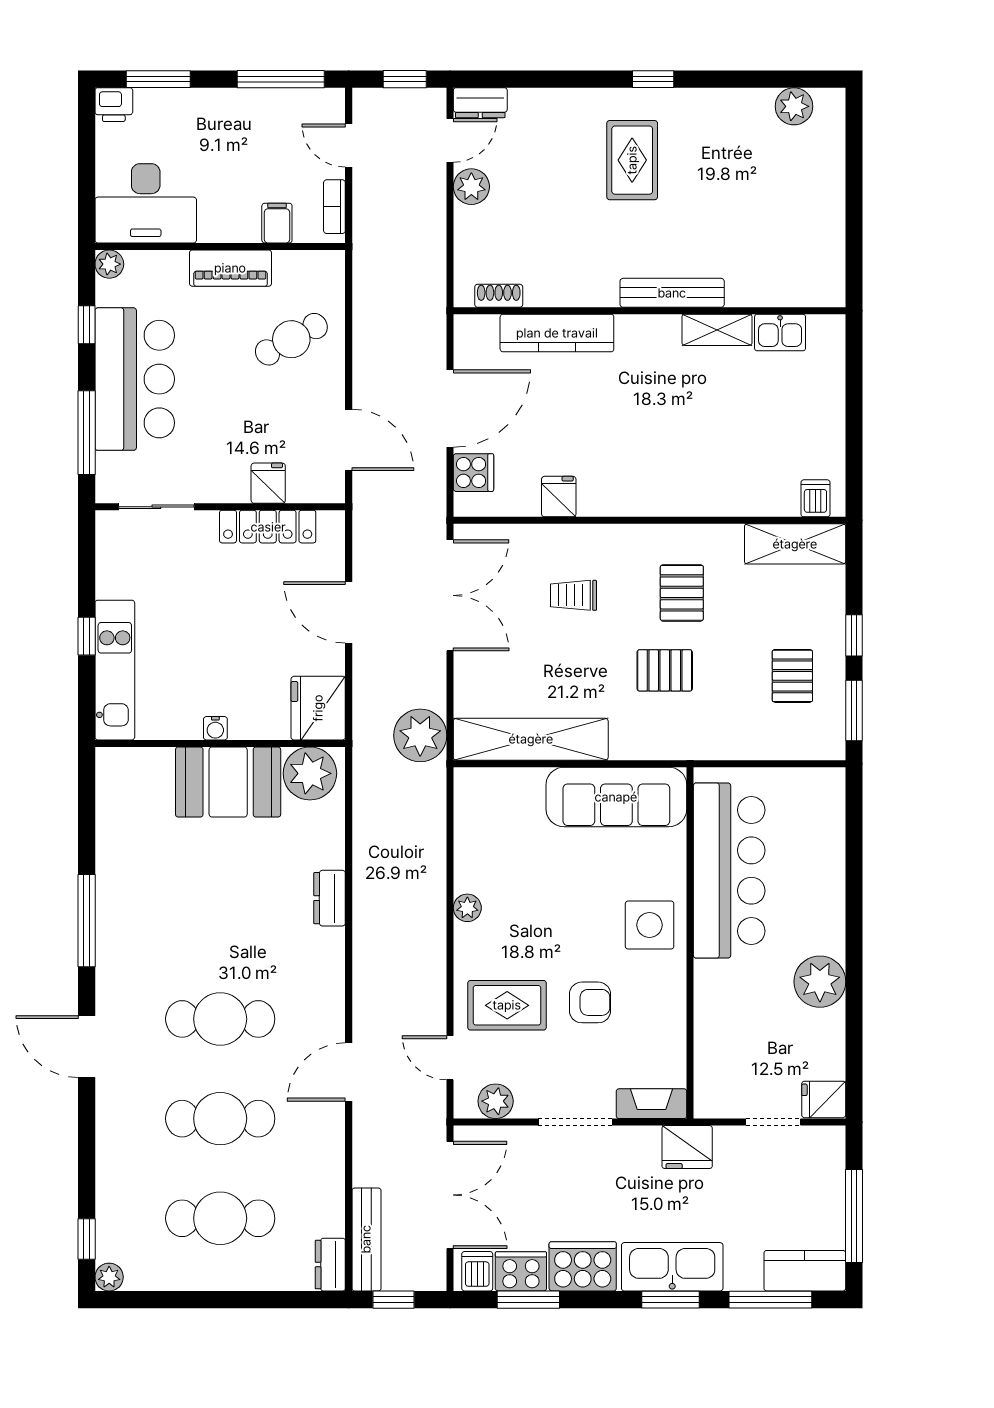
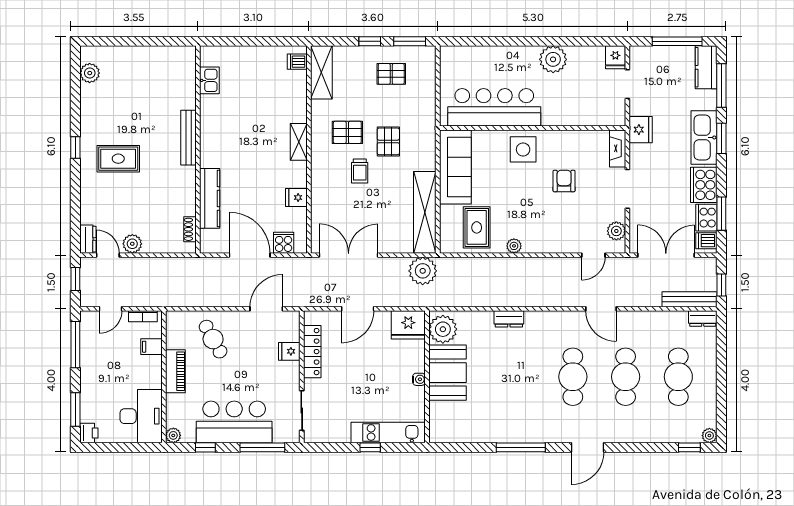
shelving: (717, 330) -> (299, 142), moved
trolley: (574, 595) -> (360, 171), moved
rug: (507, 1005) -> (477, 227), moved

